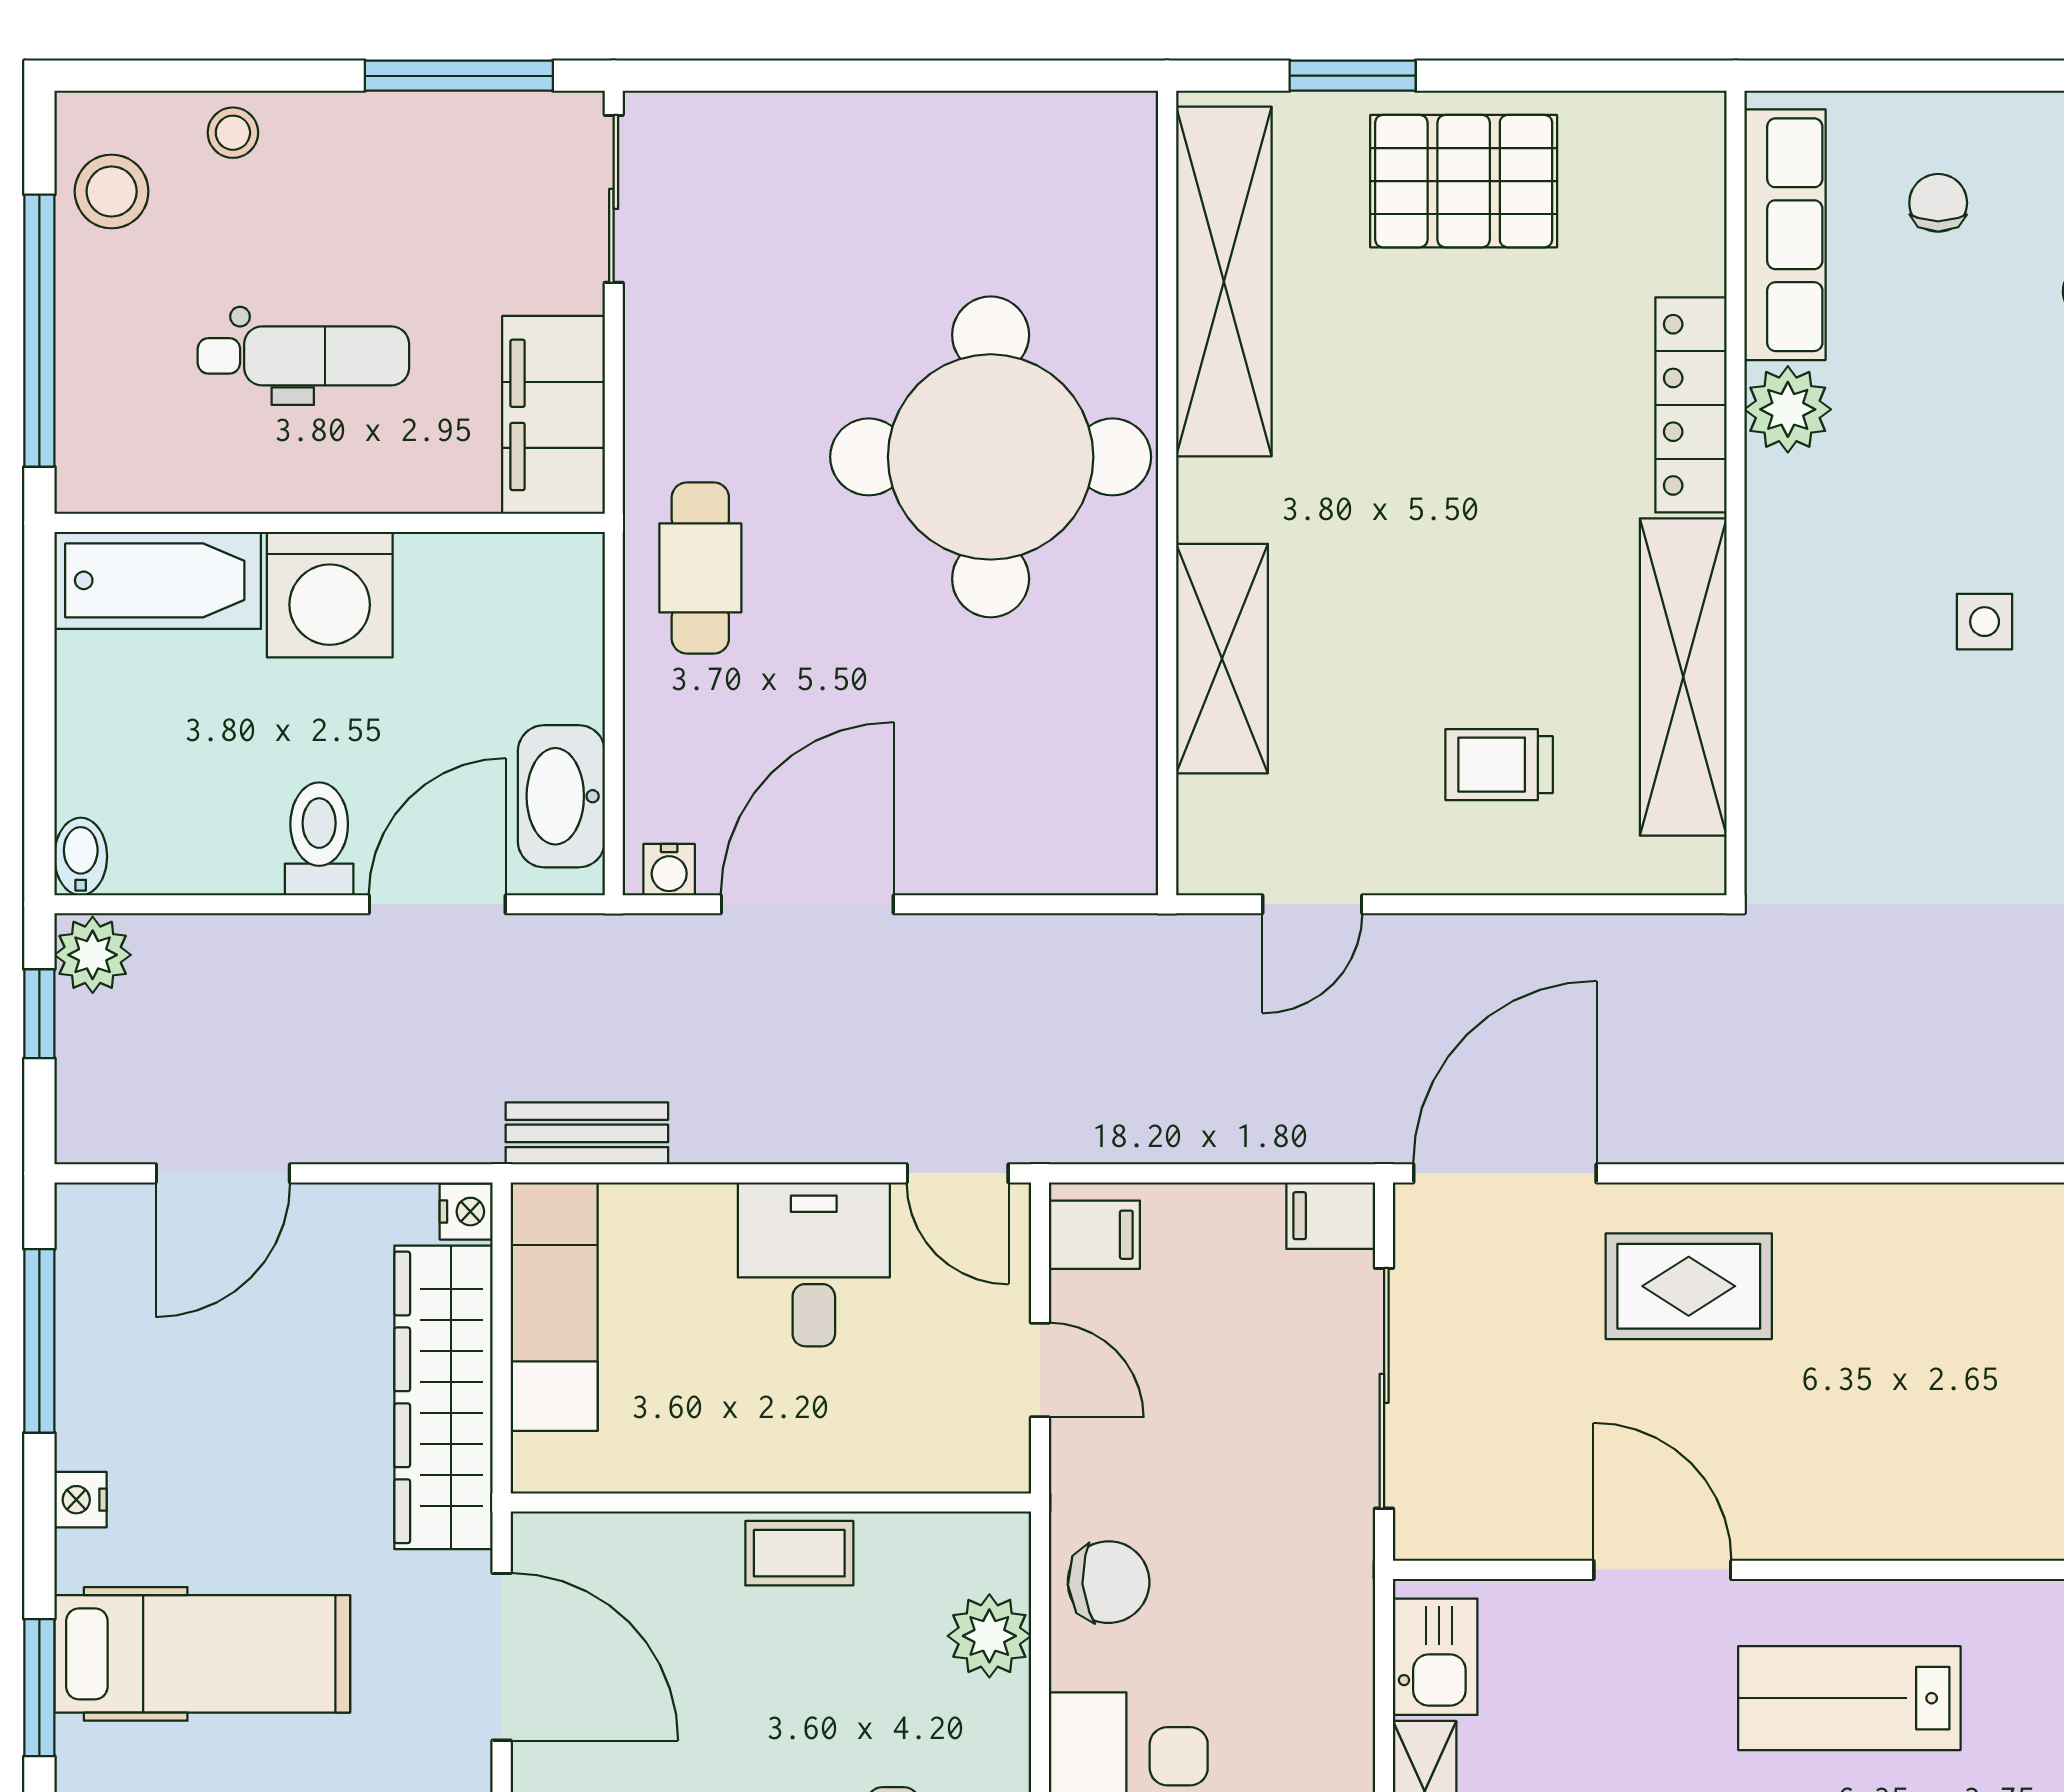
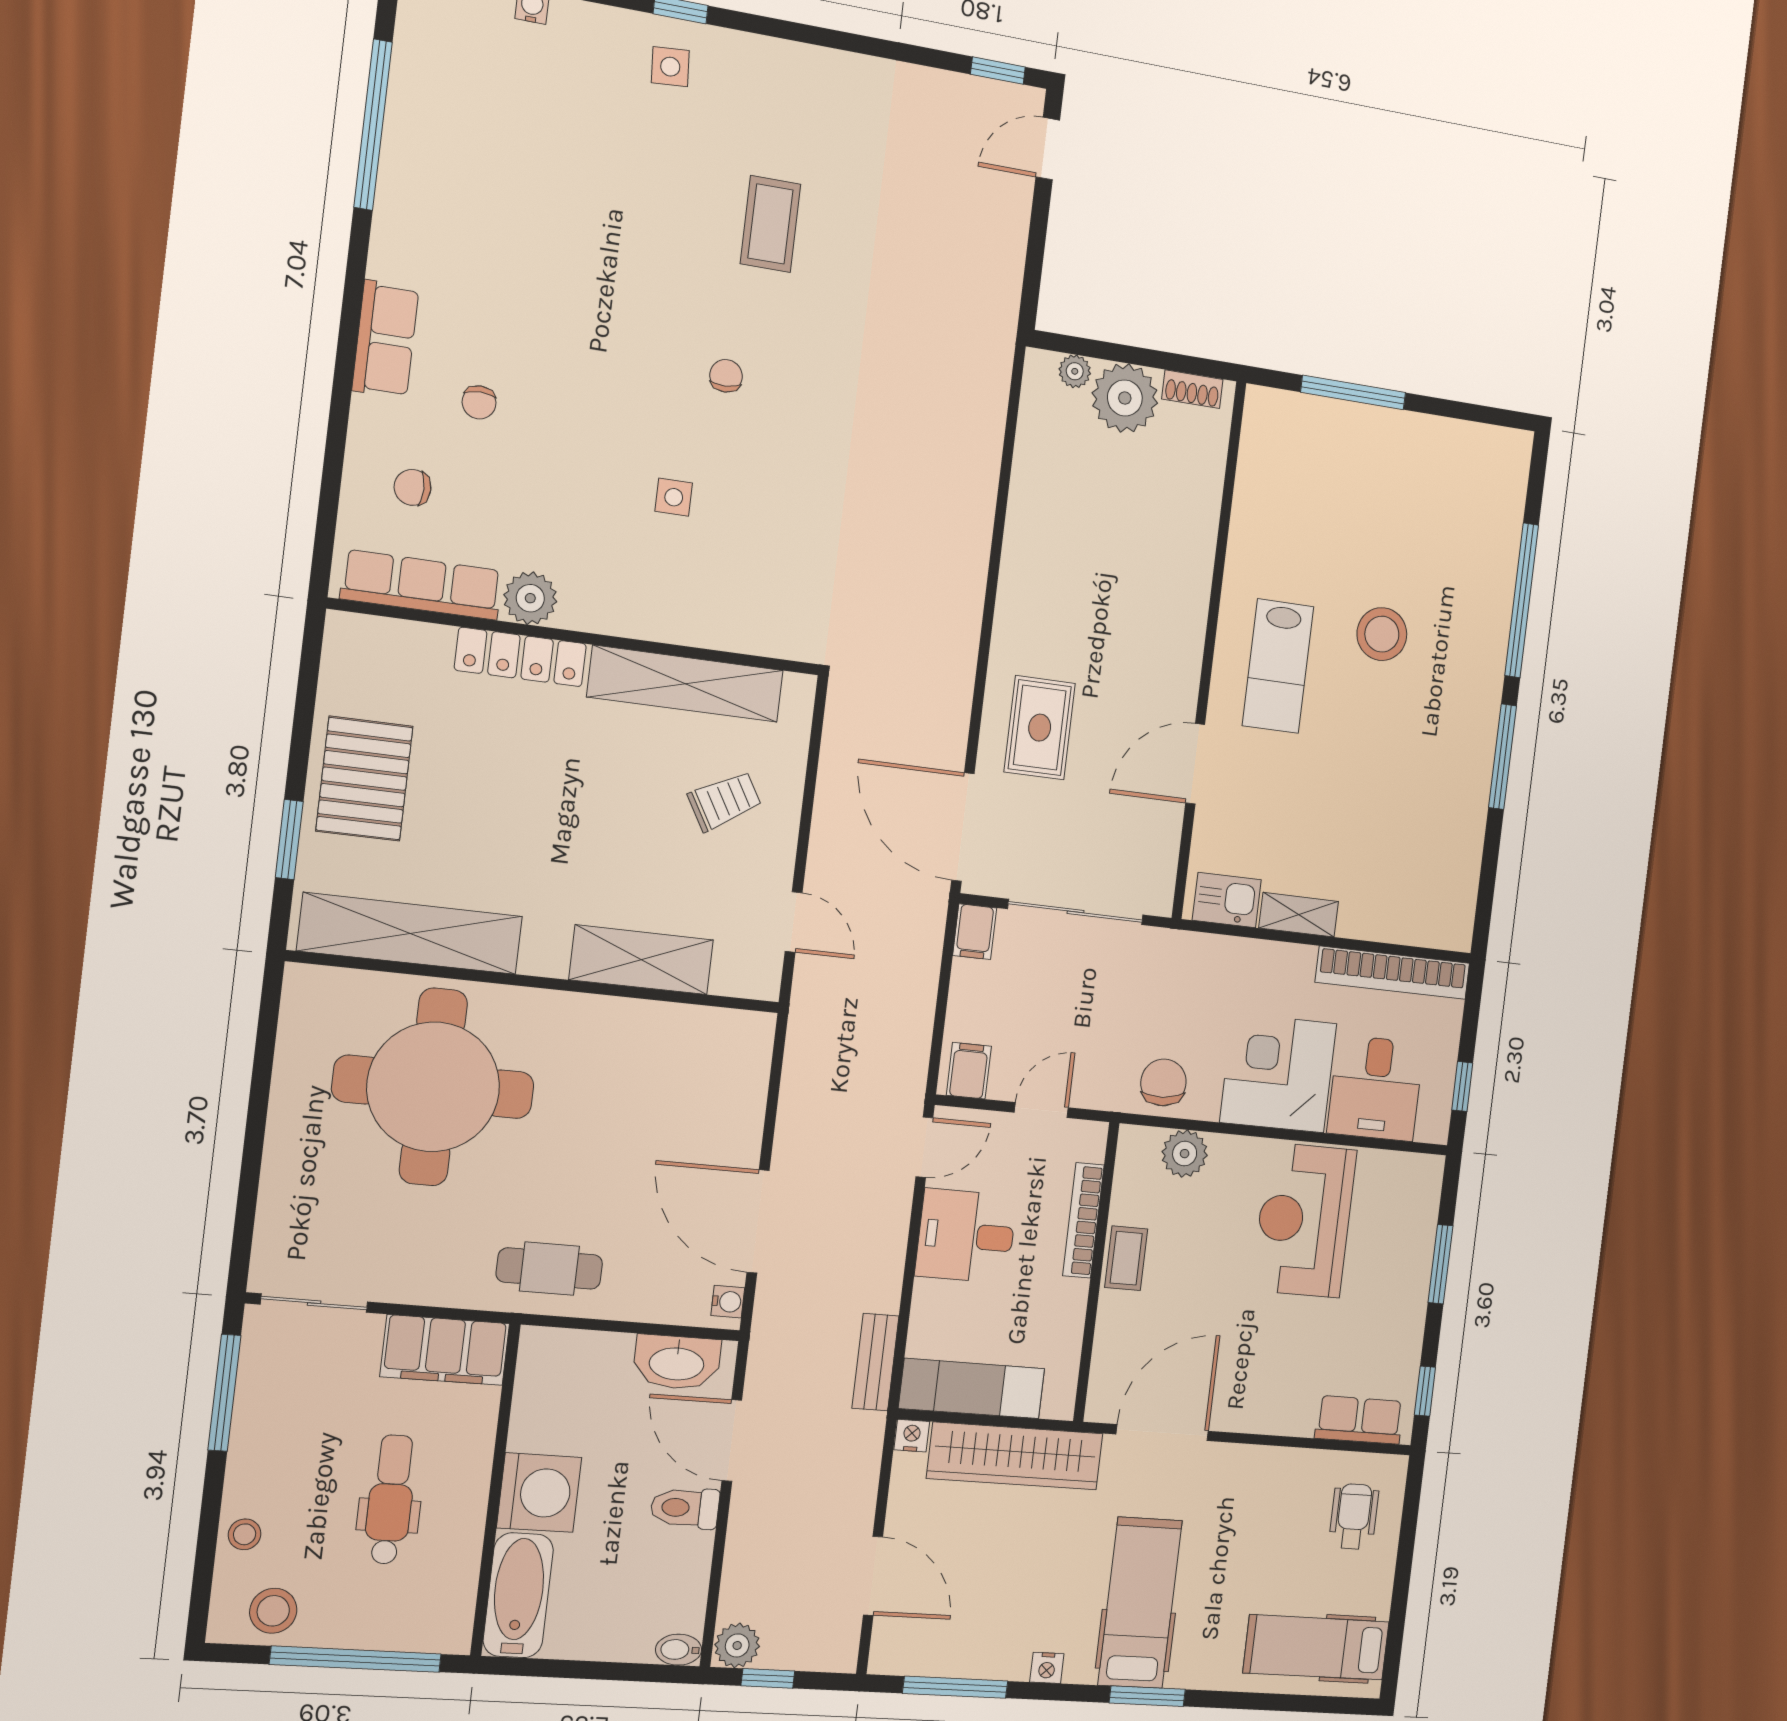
round table: (991, 457) -> (433, 1087), moved
trolley: (1499, 765) -> (725, 801), turned -120
bookcase: (858, 1468) -> (1083, 1220), added

